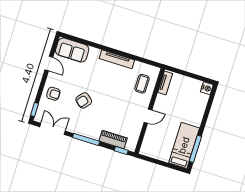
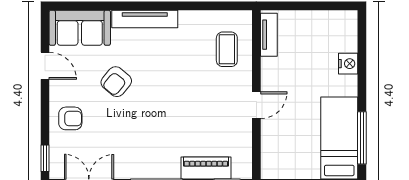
tv unit: (117, 59) -> (145, 19), moved
nightstand: (207, 88) -> (348, 64), moved
armchair: (84, 100) -> (116, 82), moved

